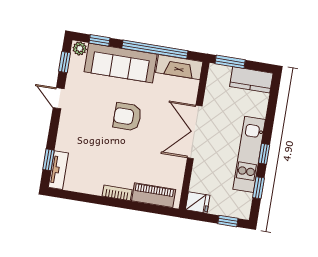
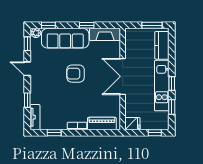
window: (155, 49) -> (87, 25), width x0.32
window: (230, 62) -> (152, 25), moved
kitchen counter: (251, 80) -> (162, 45), moved, turned 90
window: (48, 160) -> (27, 100), moved
window: (82, 197) -> (54, 133), added

